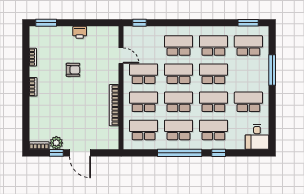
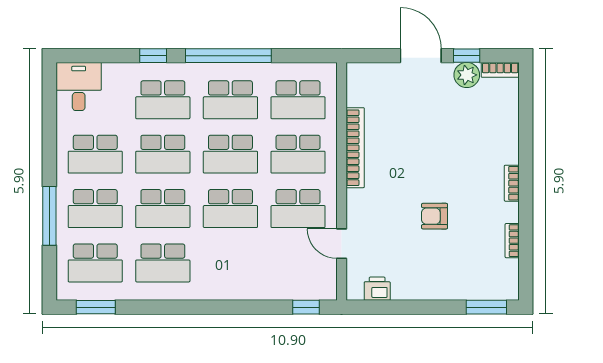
printer: (80, 32) -> (377, 289), moved
school desk: (179, 46) -> (95, 209), moved

